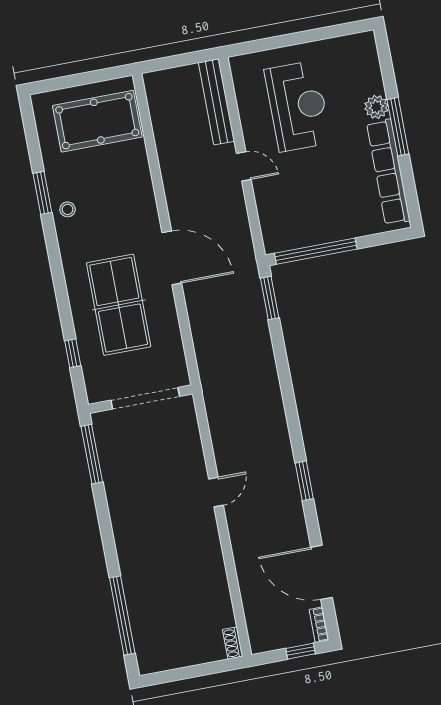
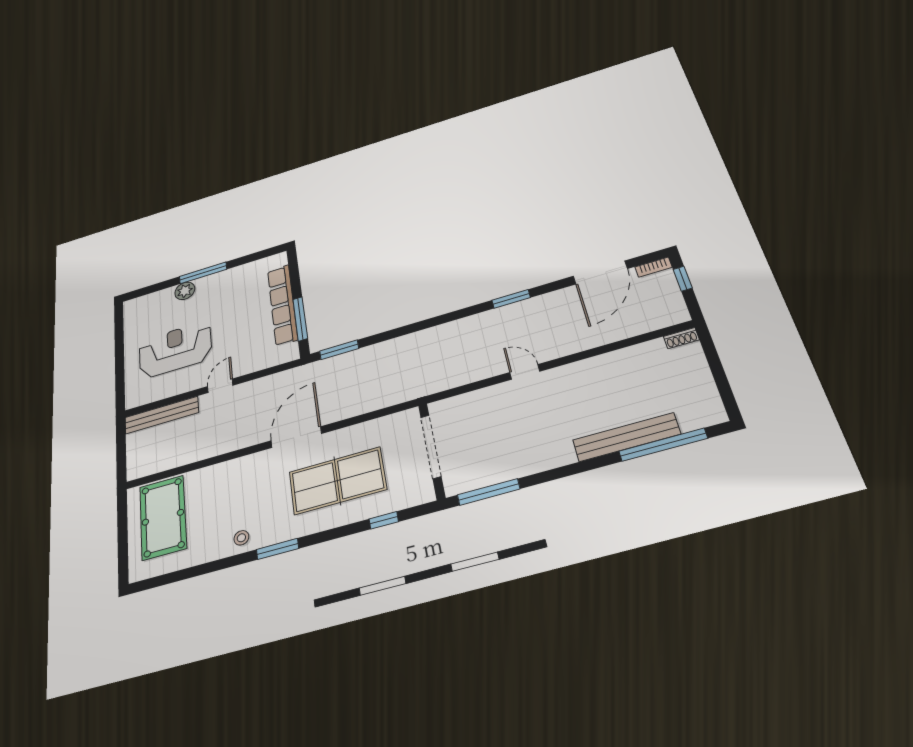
row of seats: (388, 172) -> (282, 305), moved, turned 90
window: (42, 193) -> (277, 549), moved
window: (316, 251) -> (300, 319), width x0.68
bench: (134, 584) -> (626, 437), added

